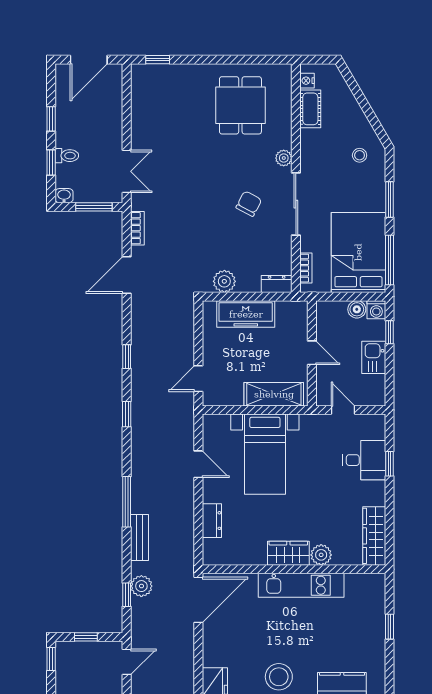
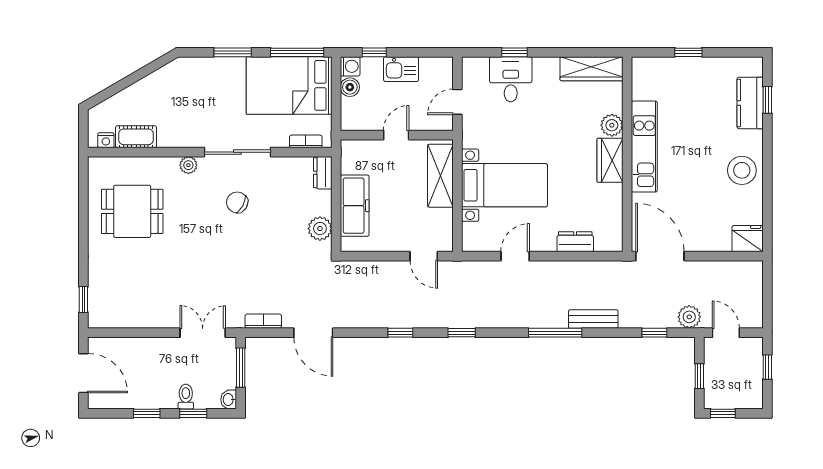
stool: (360, 155) -> (185, 84), removed
plant: (141, 586) -> (689, 317), moved

